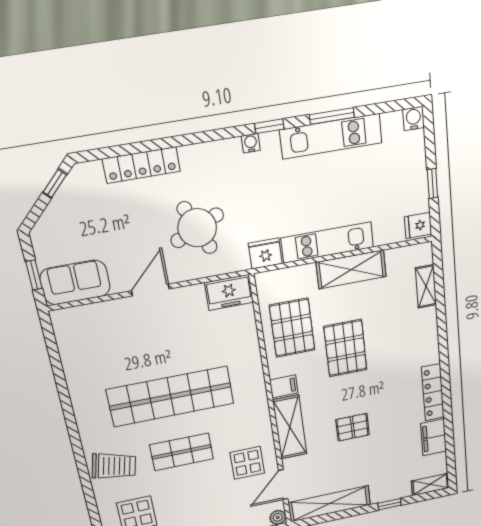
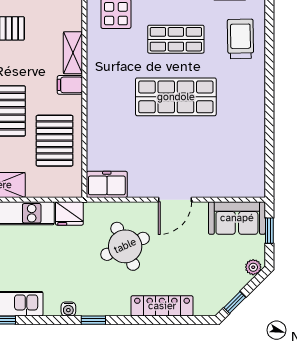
window: (269, 126) -> (93, 320), moved
plant: (43, 230) -> (253, 267), added
shop shelf: (171, 397) -> (176, 97), width x0.71
shelving: (290, 427) -> (73, 53), width x0.67, depth x0.75
trolley: (114, 466) -> (241, 39), turned 76

